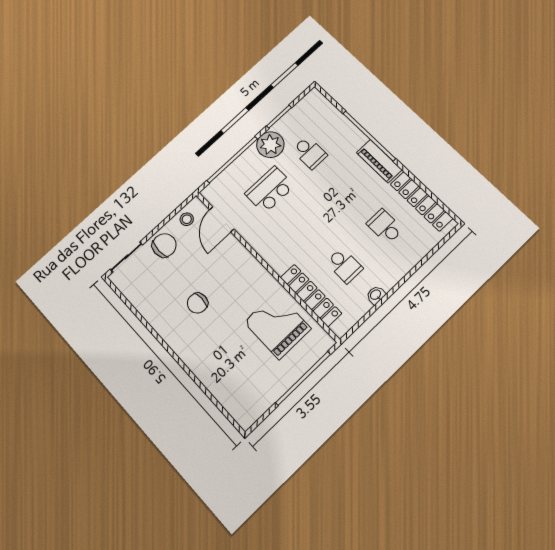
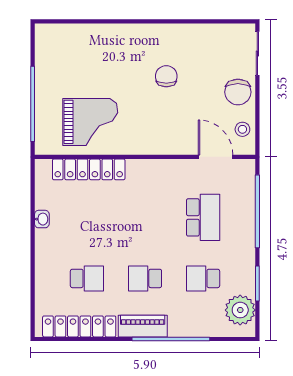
plant: (270, 145) -> (240, 310), moved
school desk: (344, 265) -> (145, 278), moved

